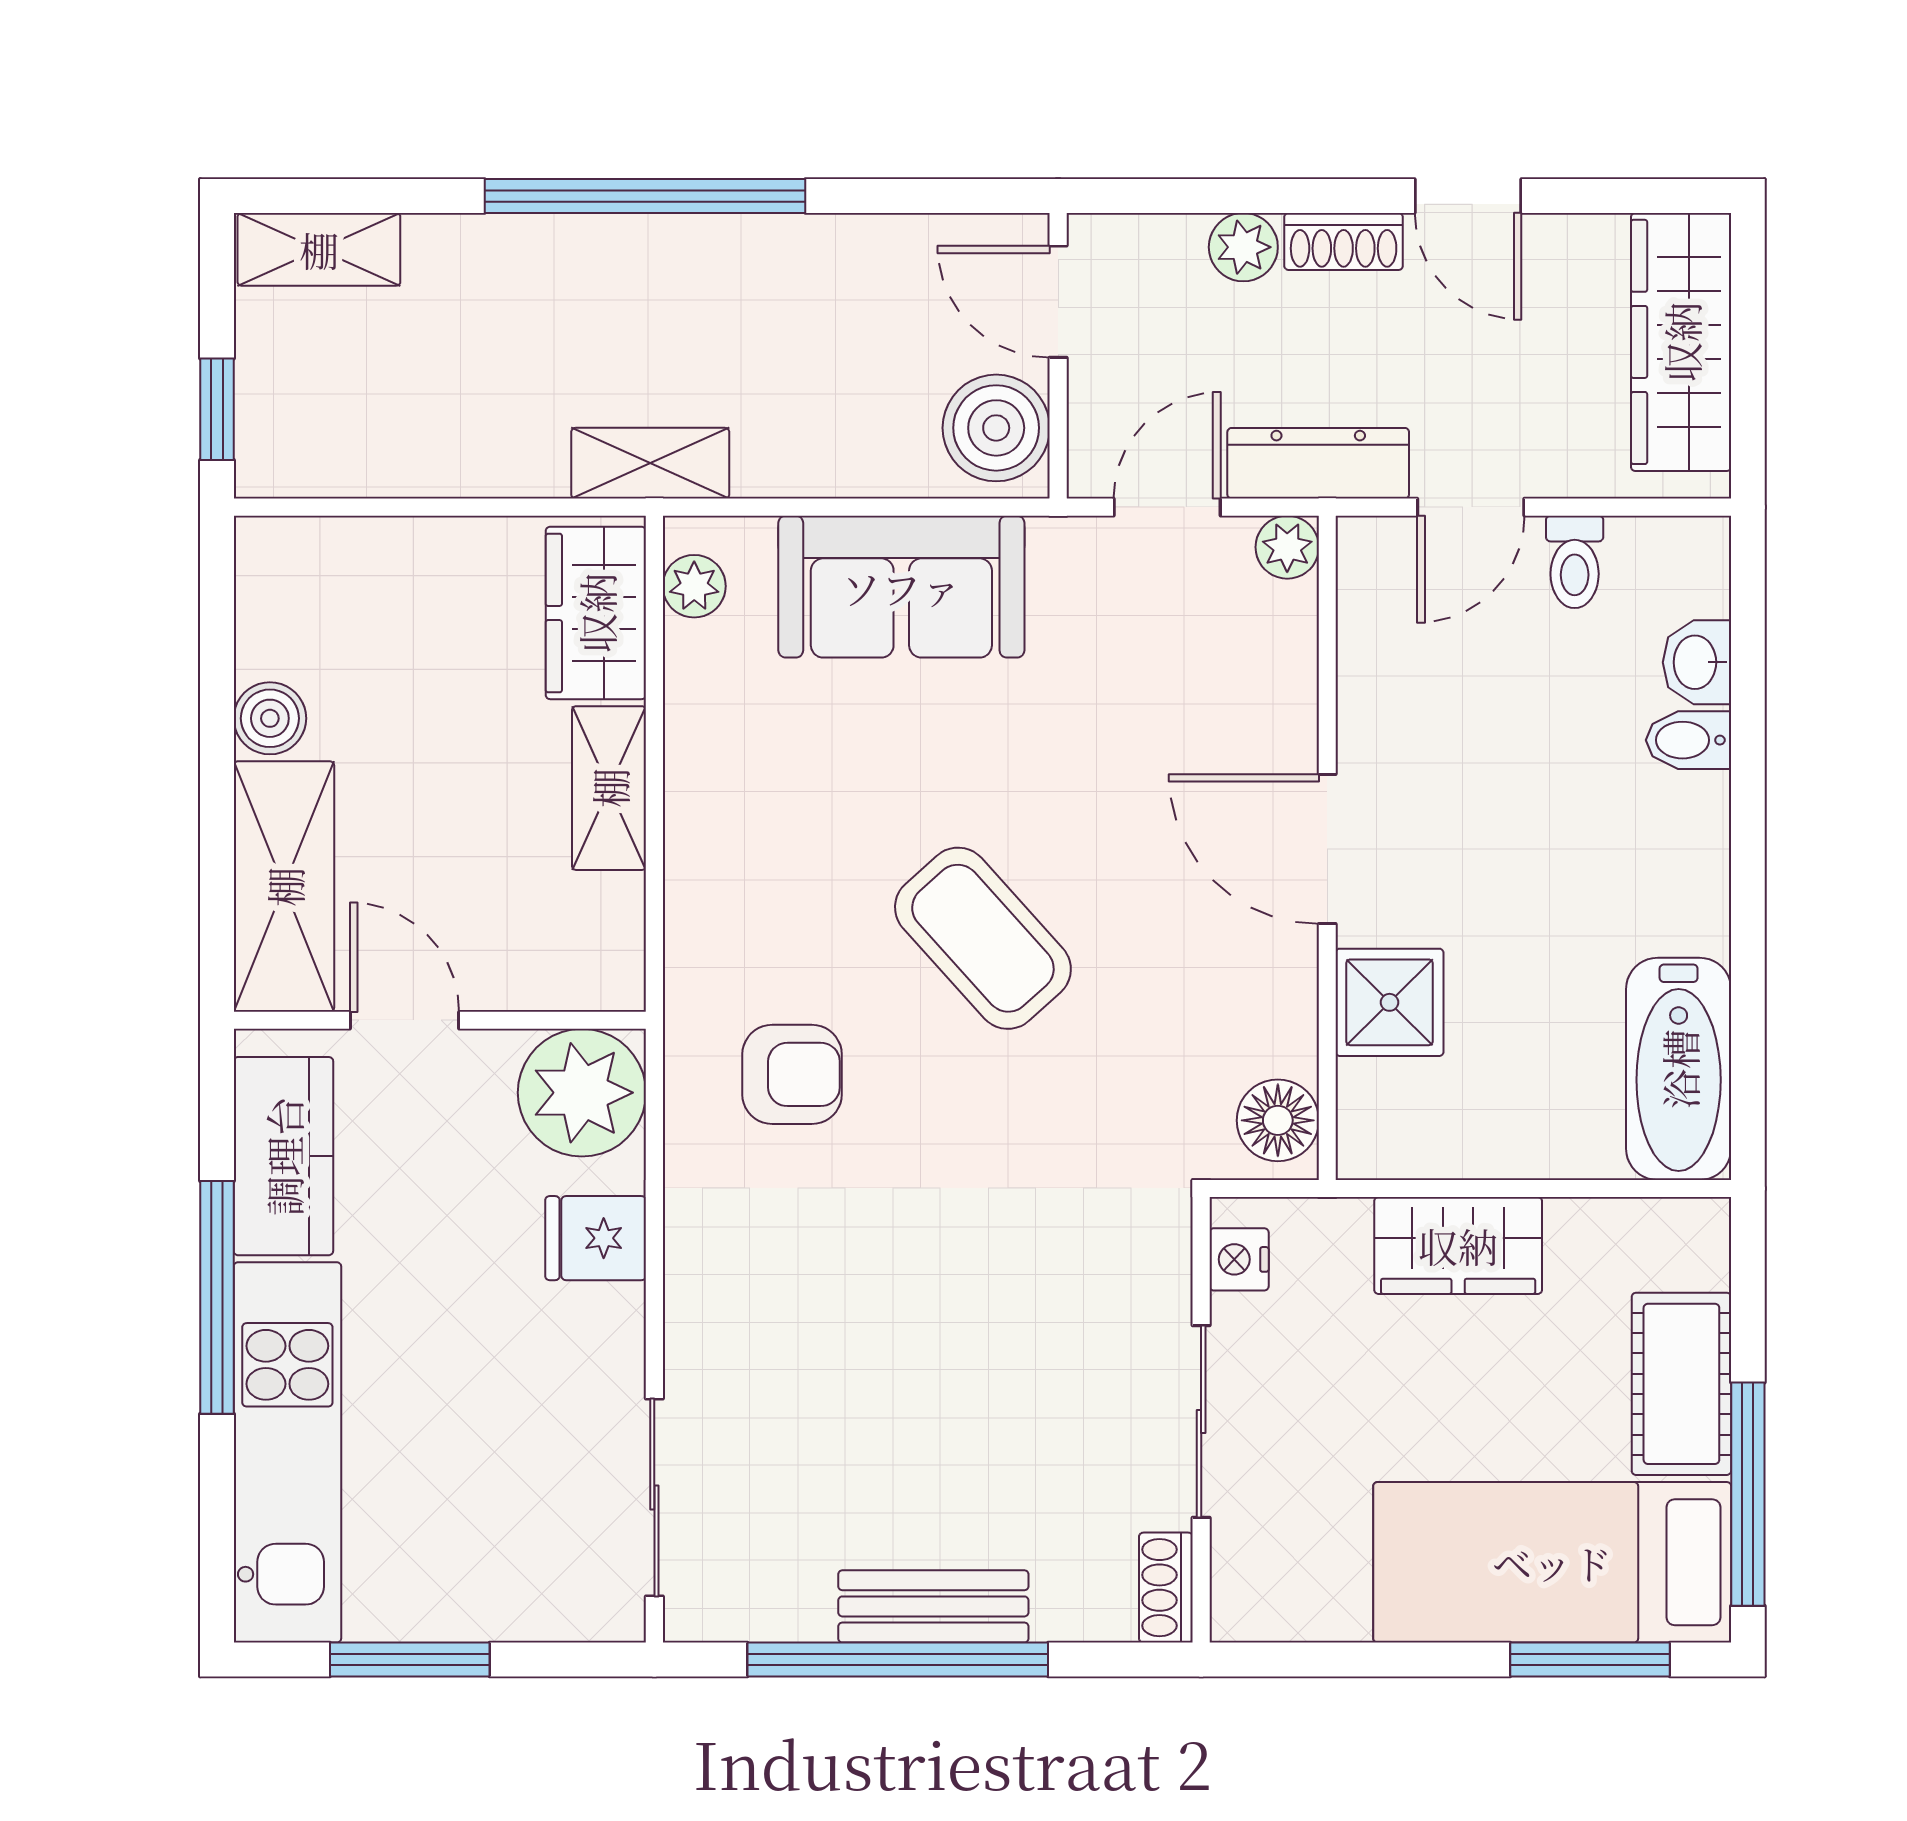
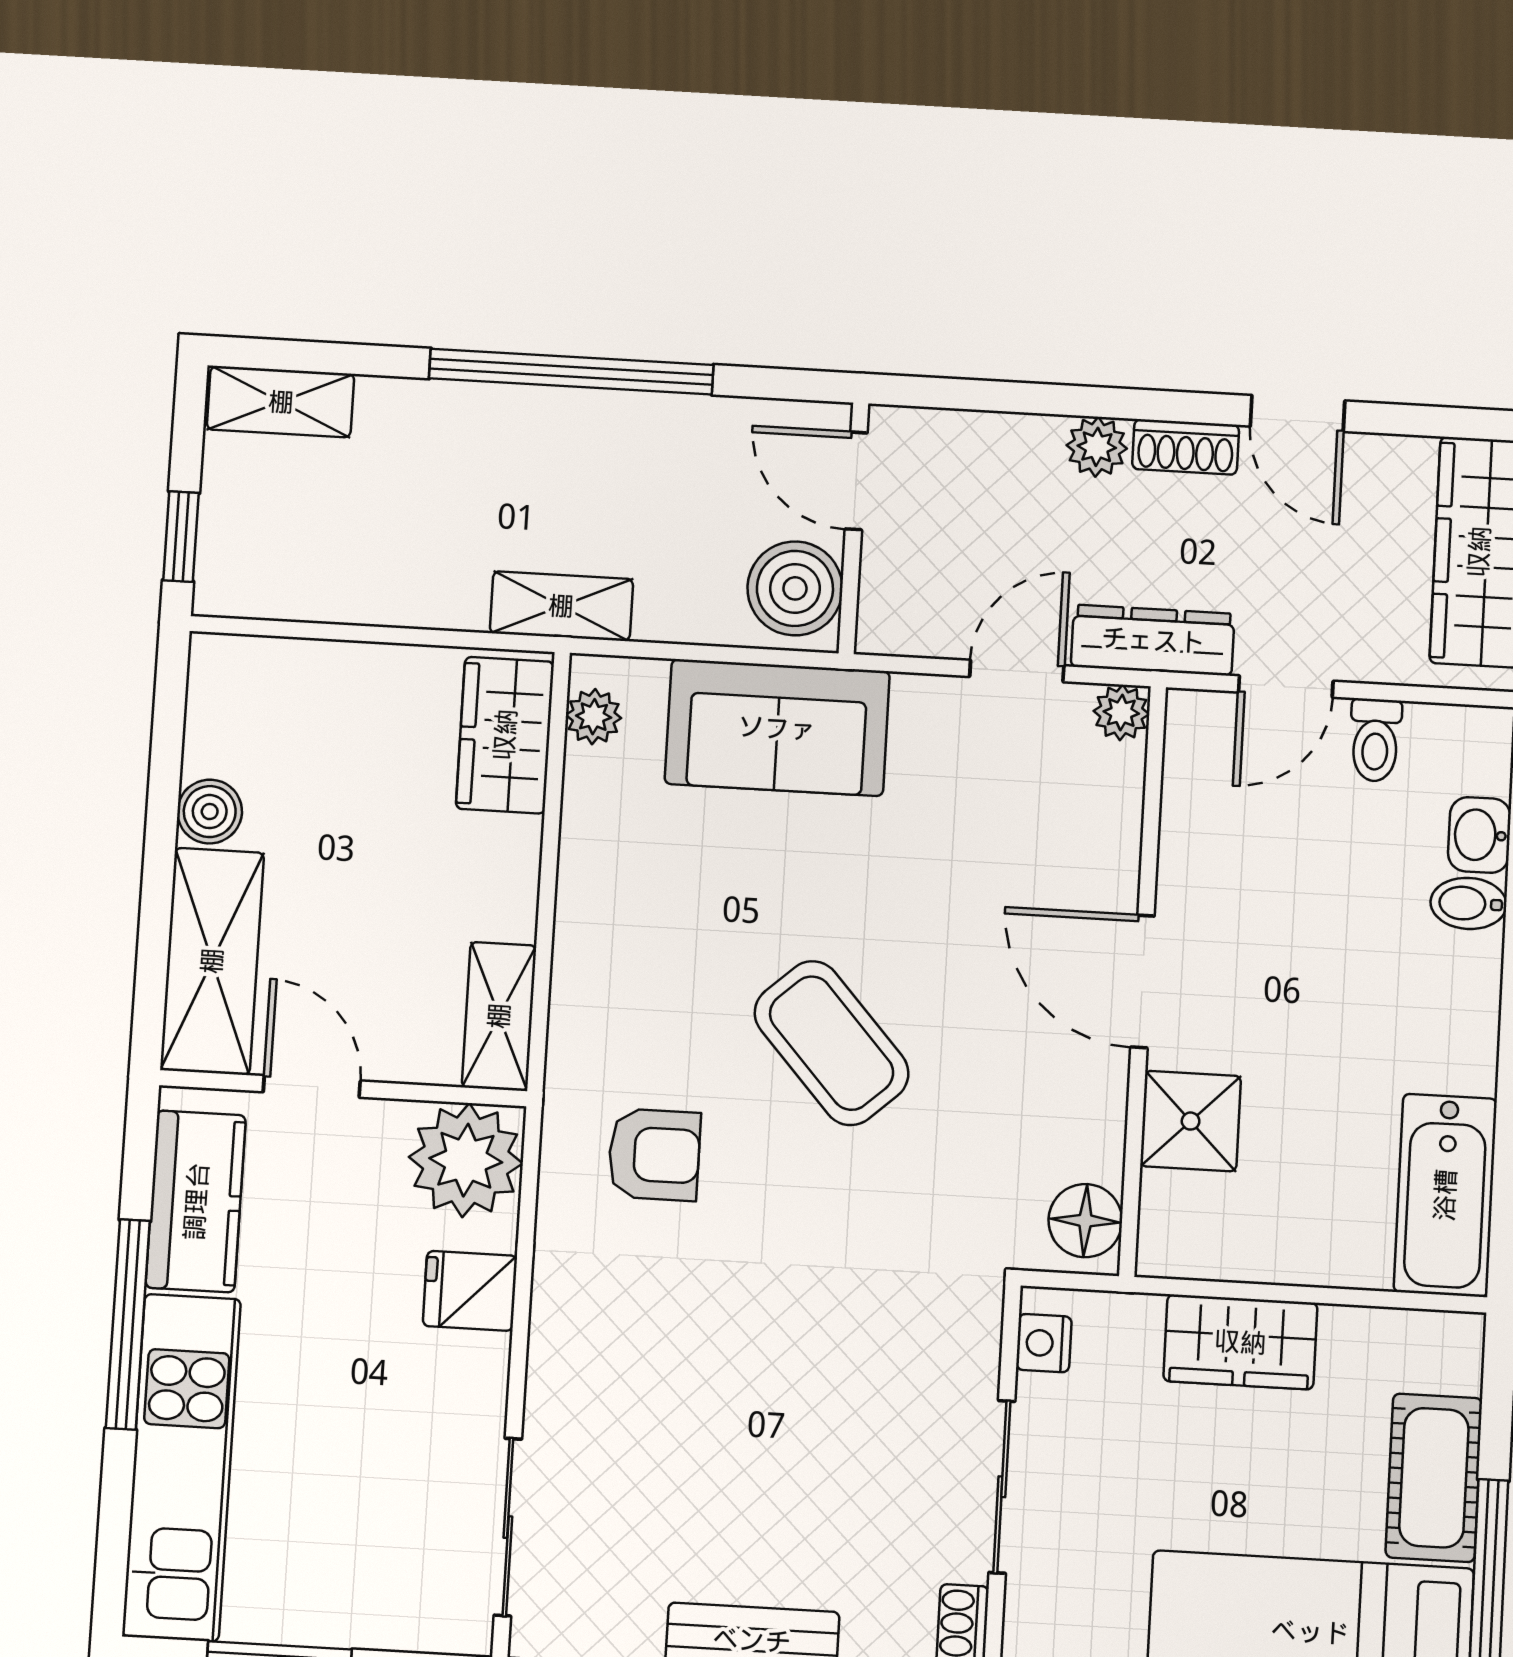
door: (1058, 302) -> (856, 481), moved
wall: (1058, 356) -> (853, 528), moved
boiler: (996, 428) -> (795, 588), moved
shelving: (609, 788) -> (499, 1016), moved

